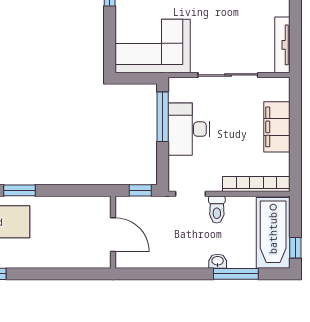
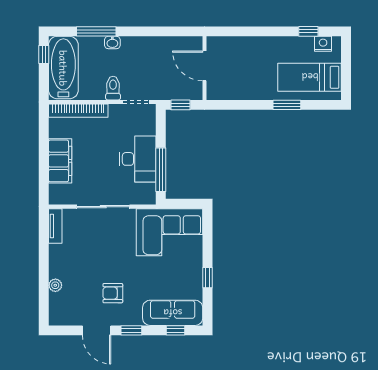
tv unit: (282, 45) -> (55, 226), width x0.71

